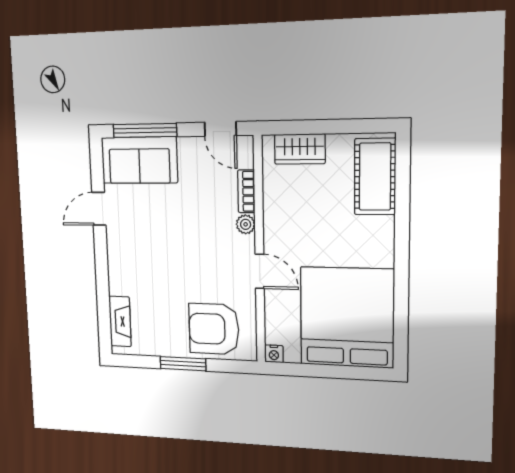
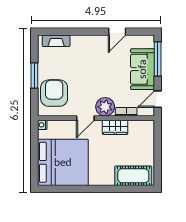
wardrobe: (300, 149) -> (115, 127), moved, turned -90
sofa: (139, 160) -> (142, 69), moved
door: (99, 209) -> (117, 32), swing flipped
plant: (246, 224) -> (105, 107), width x1.88, depth x1.88

